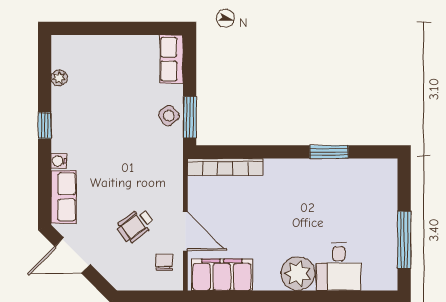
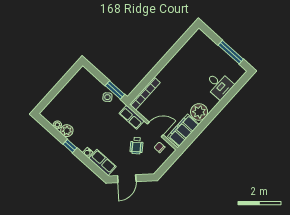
row of seats: (172, 59) -> (132, 117), moved
plant: (63, 100) -> (67, 131), added
window: (329, 152) -> (174, 50), removed
plant: (298, 273) -> (199, 112), moved

